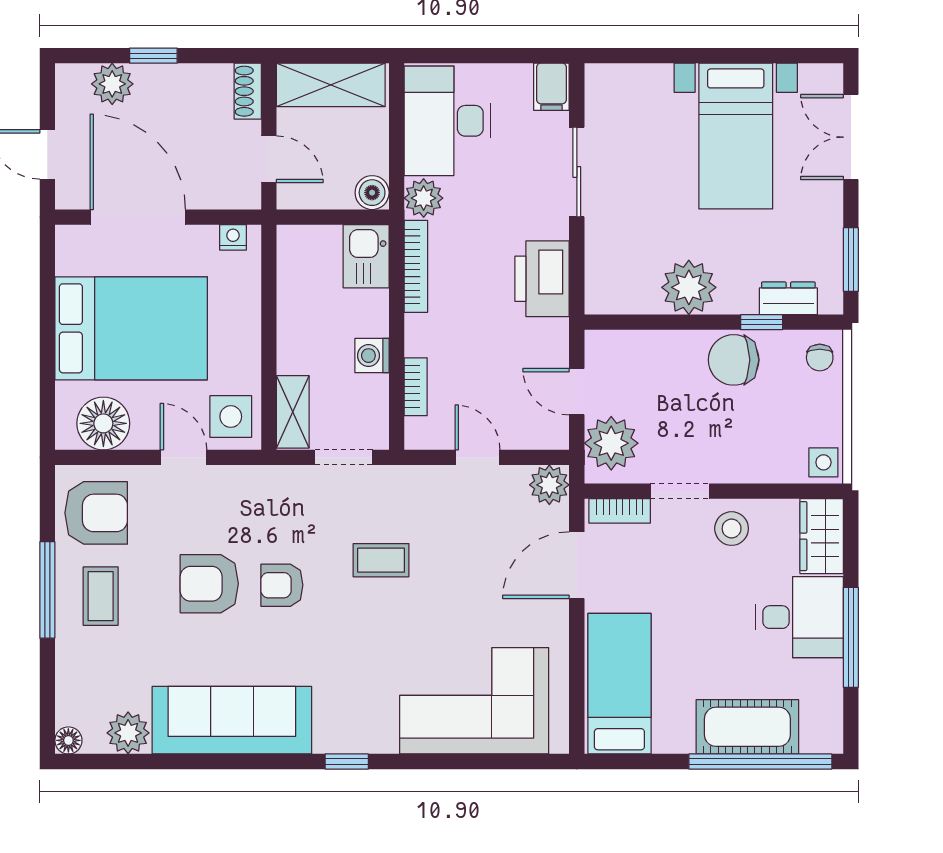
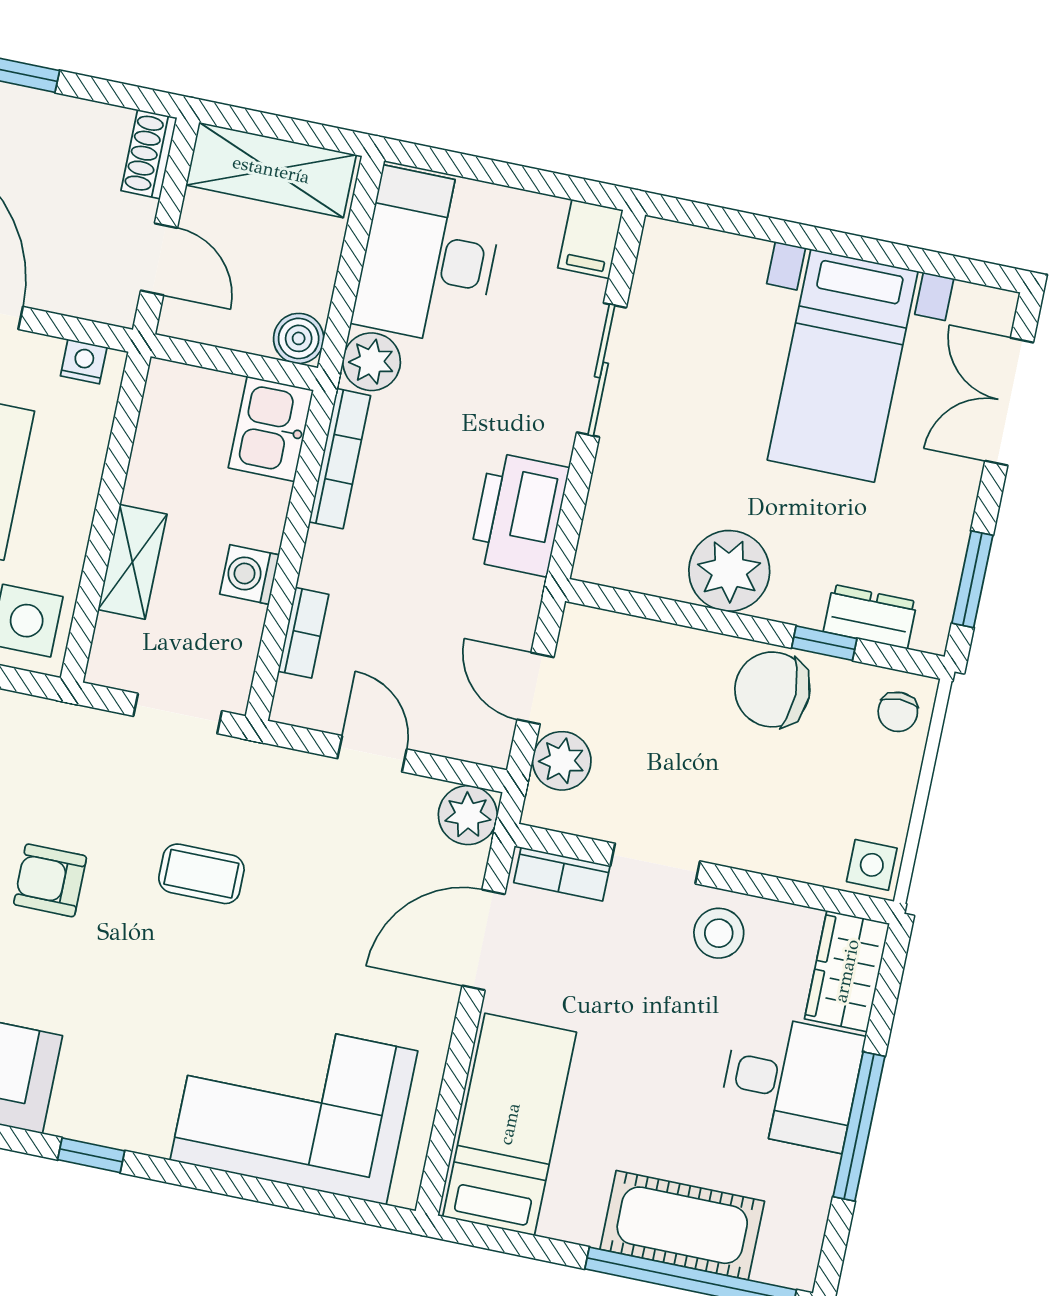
shelving: (293, 412) -> (132, 562), moved
plant: (611, 443) -> (562, 761), width x0.73, depth x0.73

